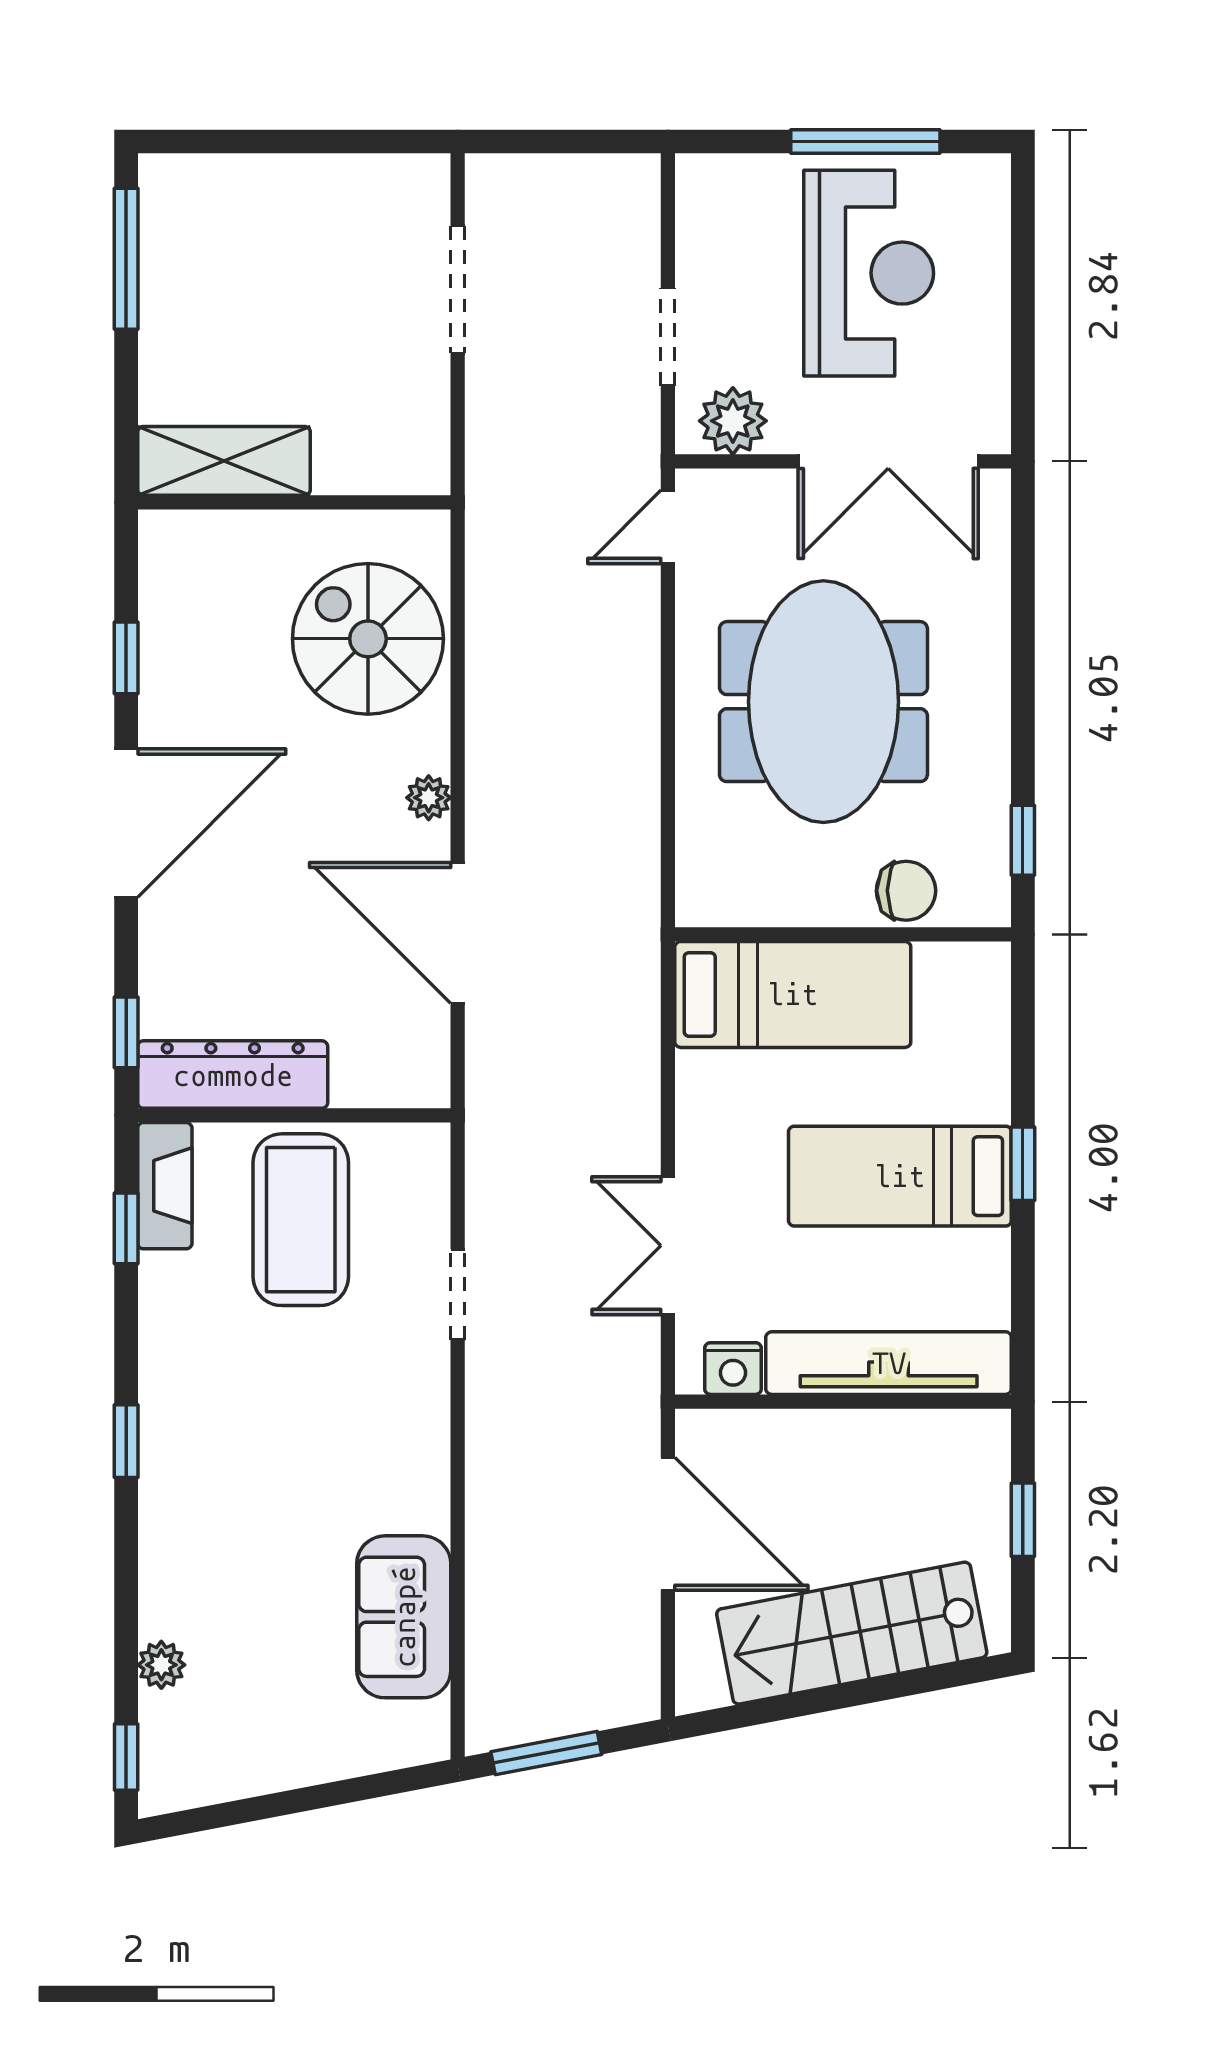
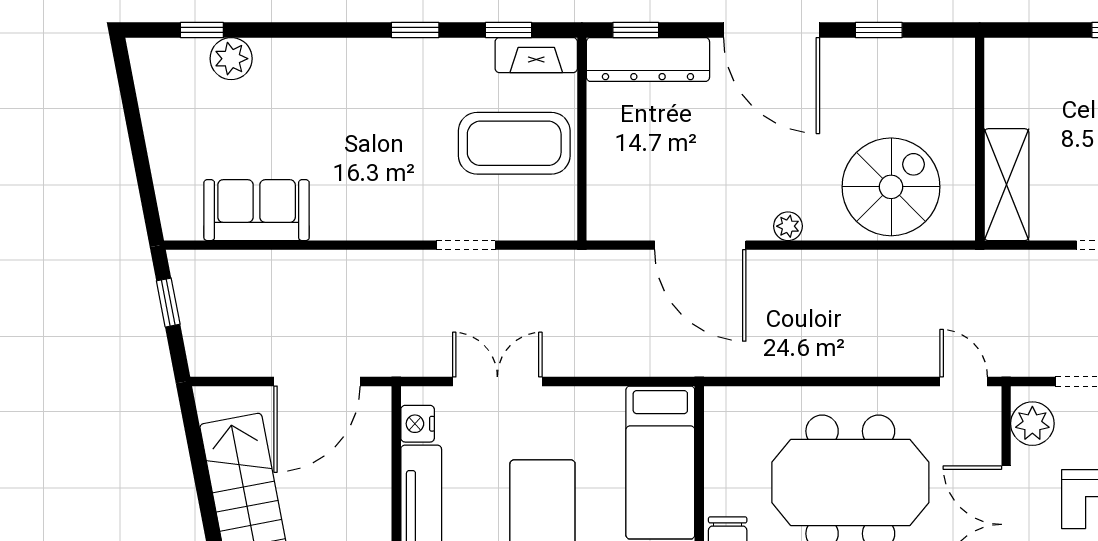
shelving: (224, 461) -> (1006, 185), moved
door: (458, 933) -> (700, 245), swing flipped
dresser: (233, 1075) -> (648, 59), moved, turned 90
window: (126, 1441) -> (415, 30), moved
plant: (161, 1665) -> (231, 59), width x1.38, depth x1.38
window: (546, 1753) -> (168, 303), width x0.67
window: (126, 1757) -> (202, 30), moved

